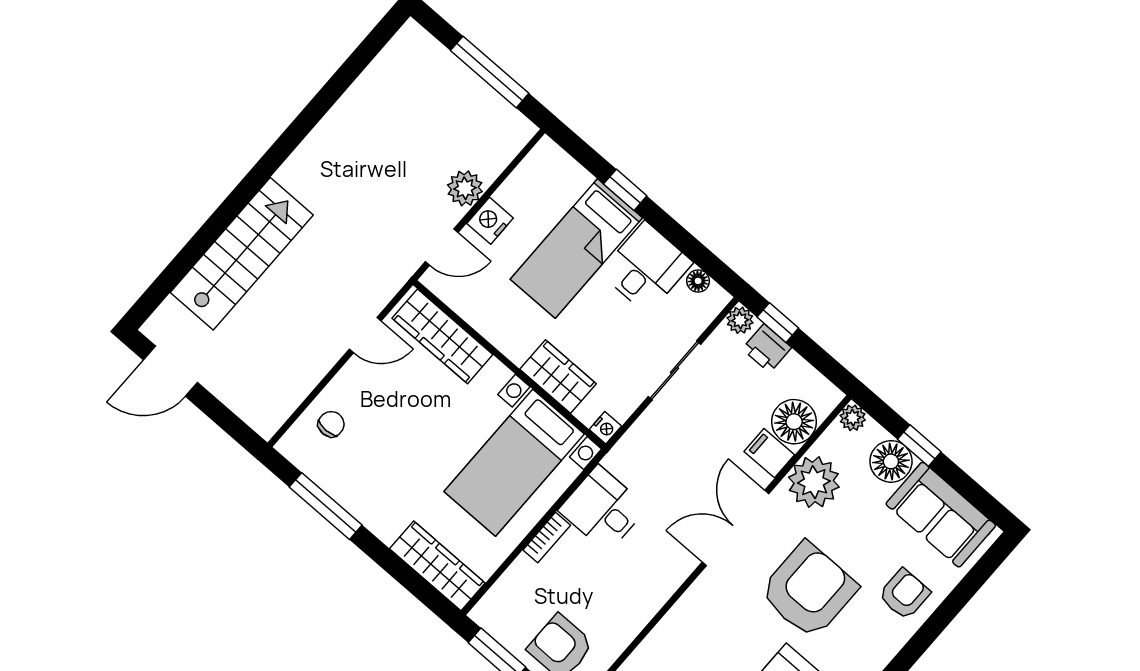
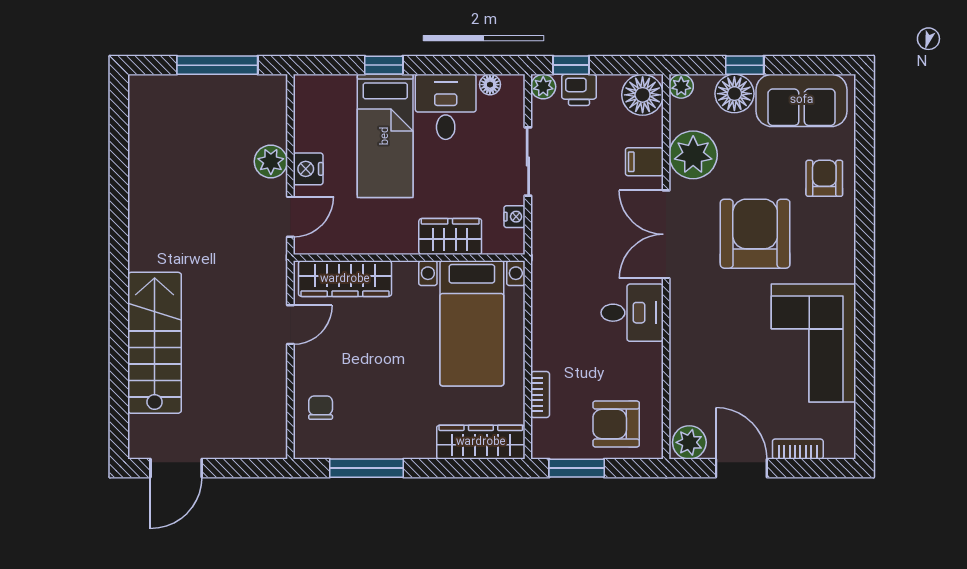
floor lamp: (794, 422) -> (643, 95), moved
nightstand: (605, 428) -> (514, 217), moved
desk: (603, 509) -> (632, 313), moved, turned 180
bookcase: (547, 538) -> (540, 395), moved

